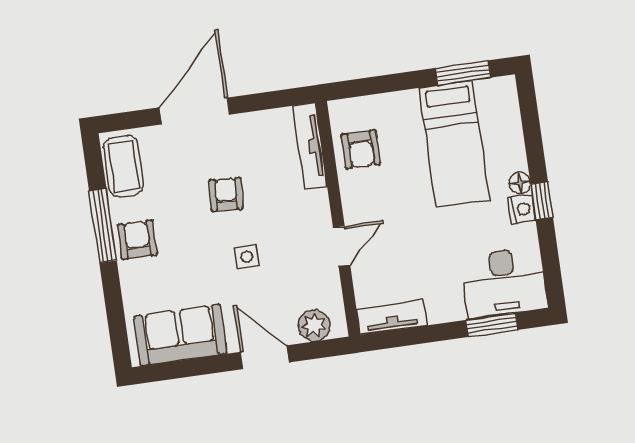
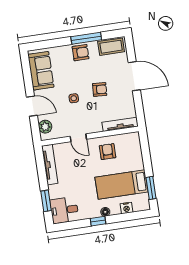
armchair: (361, 149) -> (108, 152), moved, turned 90
nightstand: (522, 209) -> (126, 208), moved
desk: (504, 282) -> (64, 210), width x0.73
tv unit: (392, 317) -> (50, 165), width x1.41
door: (265, 357) -> (32, 106), hinge flipped

